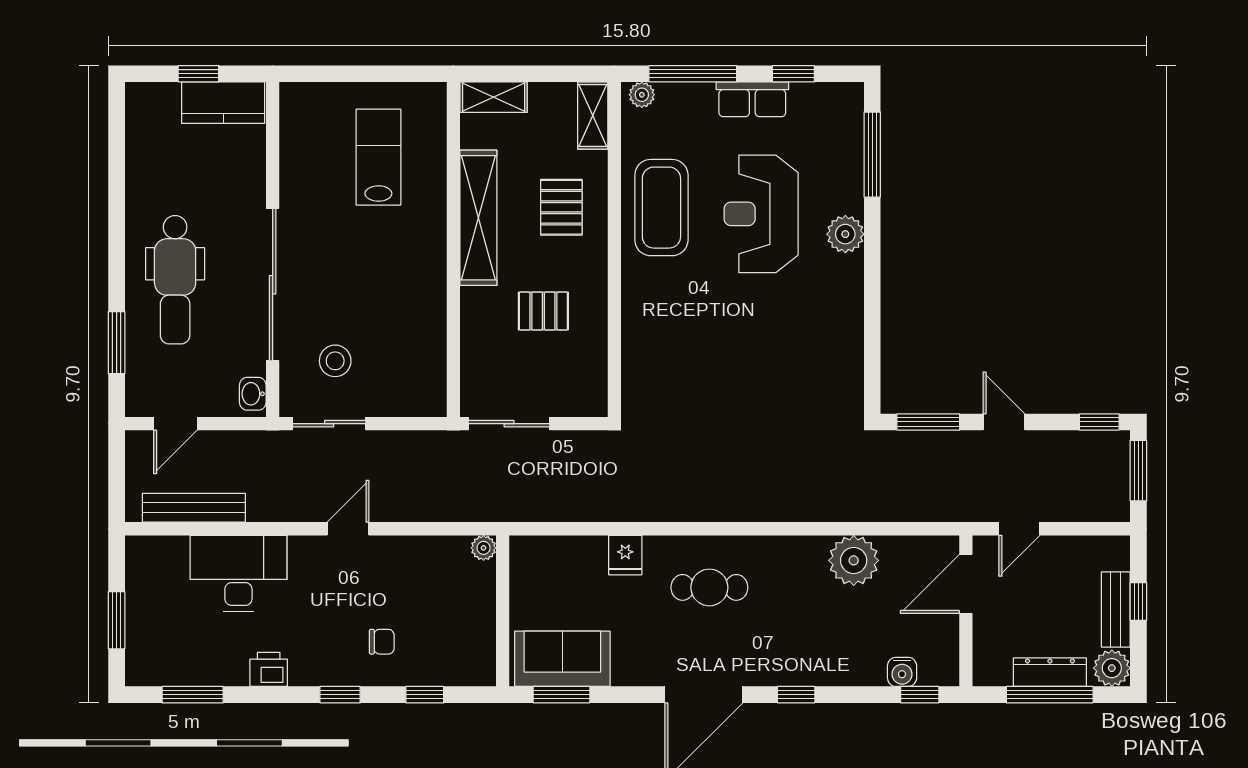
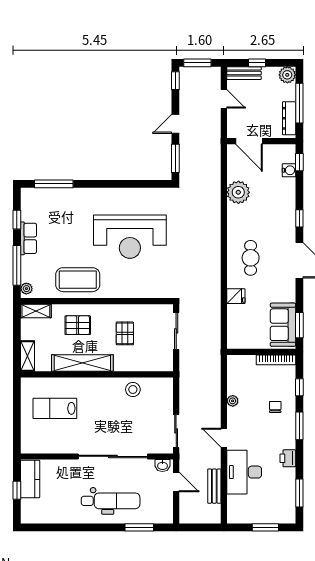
reception desk: (761, 214) -> (130, 237), moved, width x1.36, depth x1.30
plant: (845, 234) -> (90, 196), removed
stool: (335, 361) -> (133, 389), moved
door: (175, 424) -> (176, 482), moved
sliding door: (509, 424) -> (176, 331), moved
bench: (194, 508) -> (214, 486), width x0.73
door: (348, 529) -> (224, 438), moved
door: (1019, 529) -> (224, 99), moved
plant: (484, 548) -> (233, 401), moved
bench: (1116, 610) -> (244, 73), moved
bookcase: (485, 643) -> (276, 360), added
dresser: (1050, 672) -> (289, 118), moved
window: (340, 695) -> (299, 426), width x1.50

